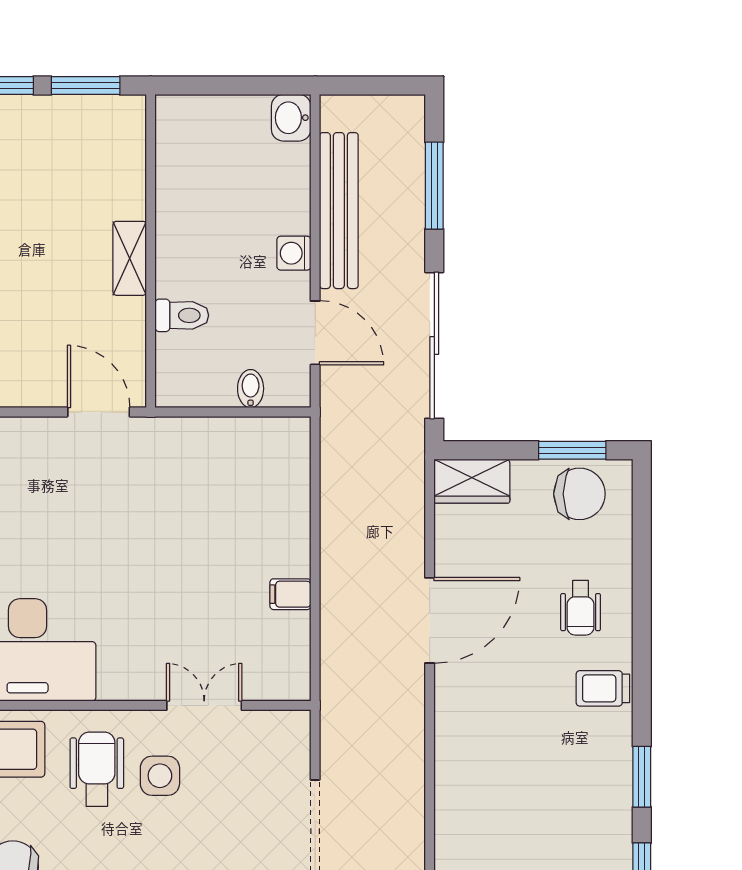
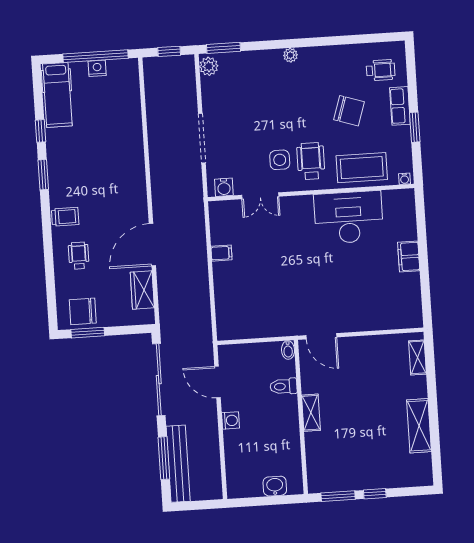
washbasin: (291, 118) -> (275, 486), moved, turned -90
bench: (339, 211) -> (178, 464), moved
bidet: (251, 389) -> (288, 350), moved
wardrobe: (472, 481) -> (142, 290), moved, turned -90
water cooler: (277, 727) -> (224, 187), added
wheelchair: (97, 769) -> (311, 161), turned 180

